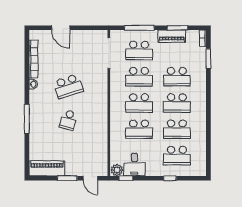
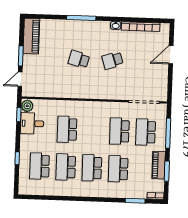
school desk: (68, 86) -> (112, 60), width x0.54
school desk: (139, 103) -> (93, 130), removed

